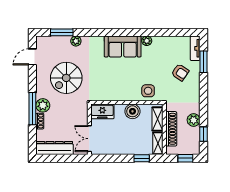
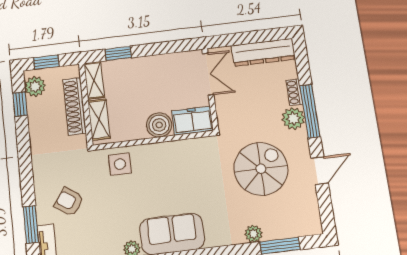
door: (32, 57) -> (320, 171), moved
boiler: (132, 111) -> (159, 125), moved
plant: (194, 120) -> (35, 86), moved

